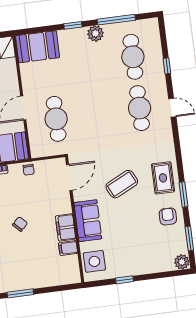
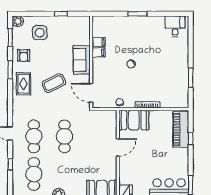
cafe table: (56, 119) -> (65, 136), moved
door: (69, 177) -> (91, 93), hinge flipped
filing cabinet: (66, 227) -> (98, 52), width x0.50
side table: (94, 261) -> (40, 33), moved

